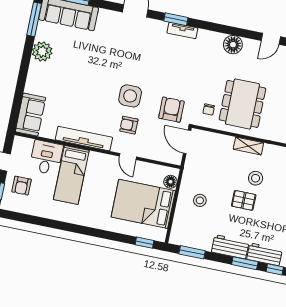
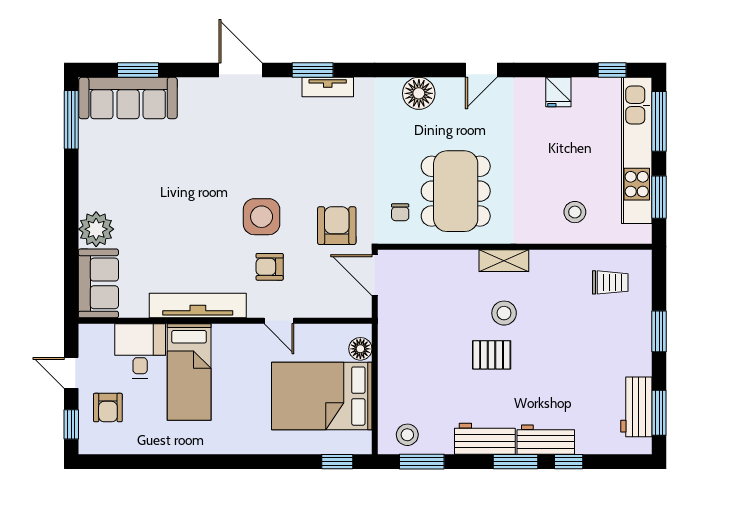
plant: (42, 51) -> (96, 229), moved
shelving: (248, 146) -> (504, 261), moved
stool: (200, 200) -> (407, 435), moved

